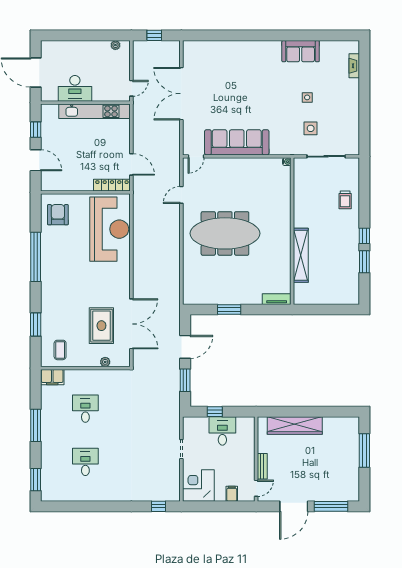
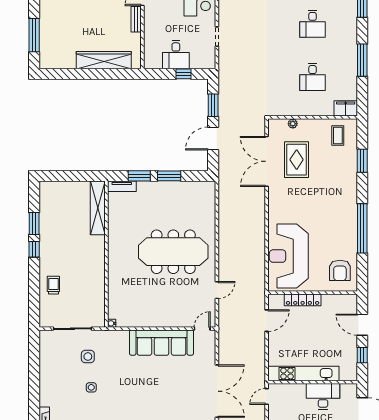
door: (131, 164) -> (267, 321), swing flipped
locker: (112, 185) -> (303, 300), moved
shelving: (301, 255) -> (98, 208), moved
window: (259, 309) -> (139, 176), added

